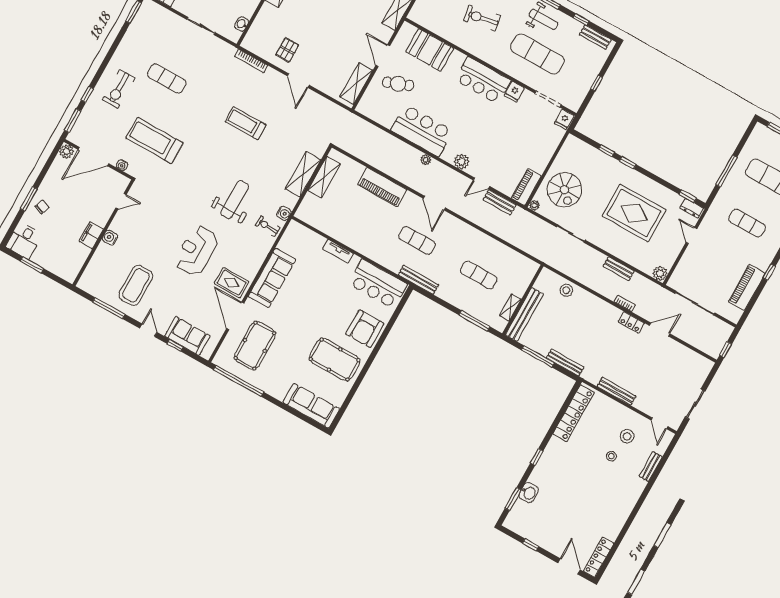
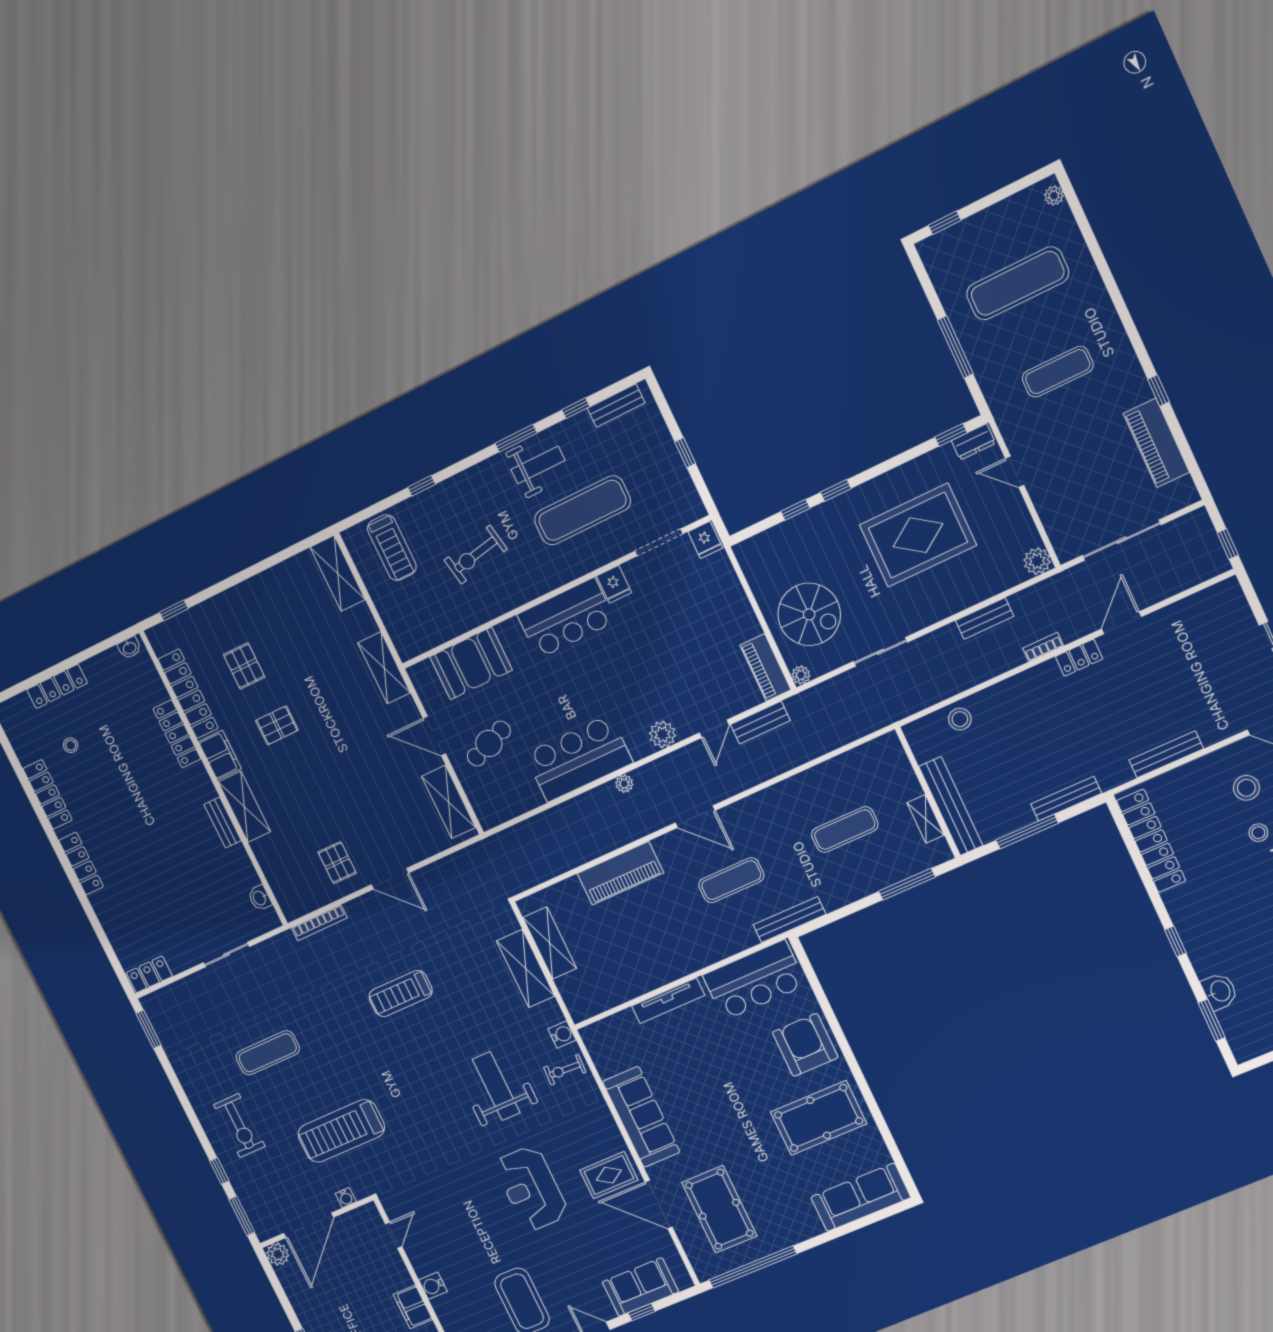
tv unit: (338, 251) -> (668, 1001), width x1.41
armchair: (365, 329) -> (805, 1045), turned 180

